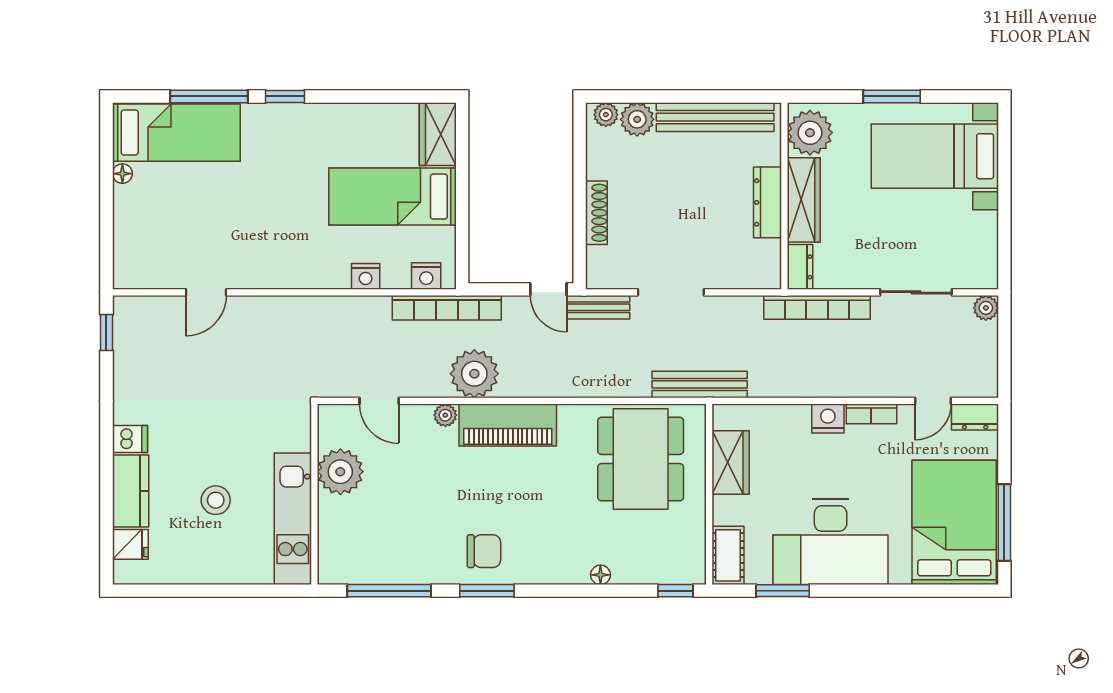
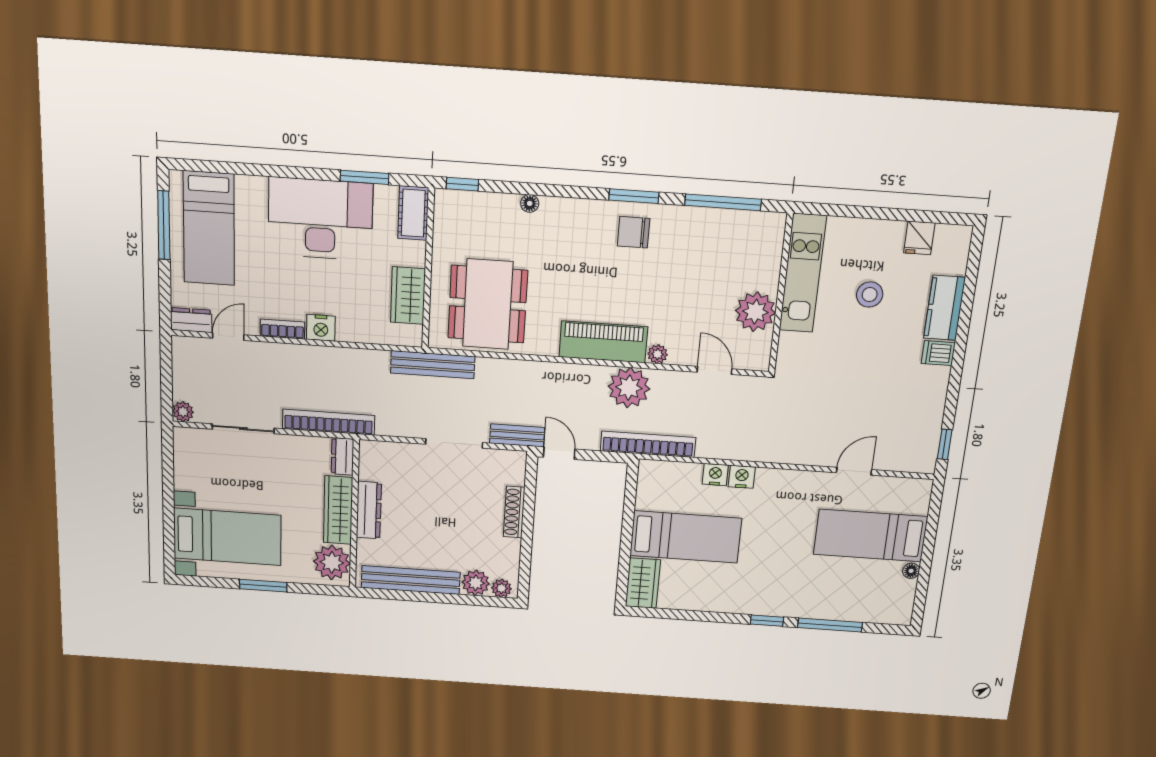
bed: (176, 133) -> (870, 535), moved
nightstand: (426, 276) -> (742, 477), moved
bed: (954, 522) -> (209, 229), width x0.67
fridge: (130, 544) -> (919, 238), moved, turned -90

